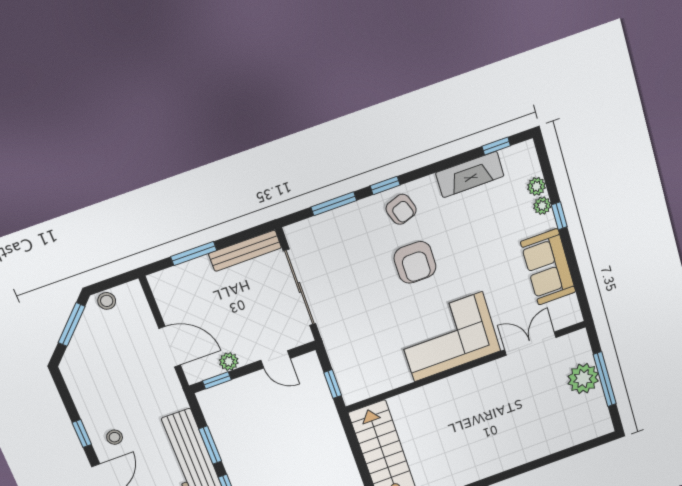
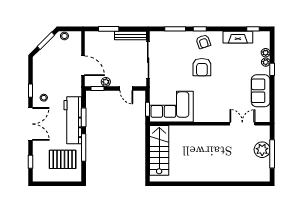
corner sofa: (448, 337) -> (171, 107), moved

